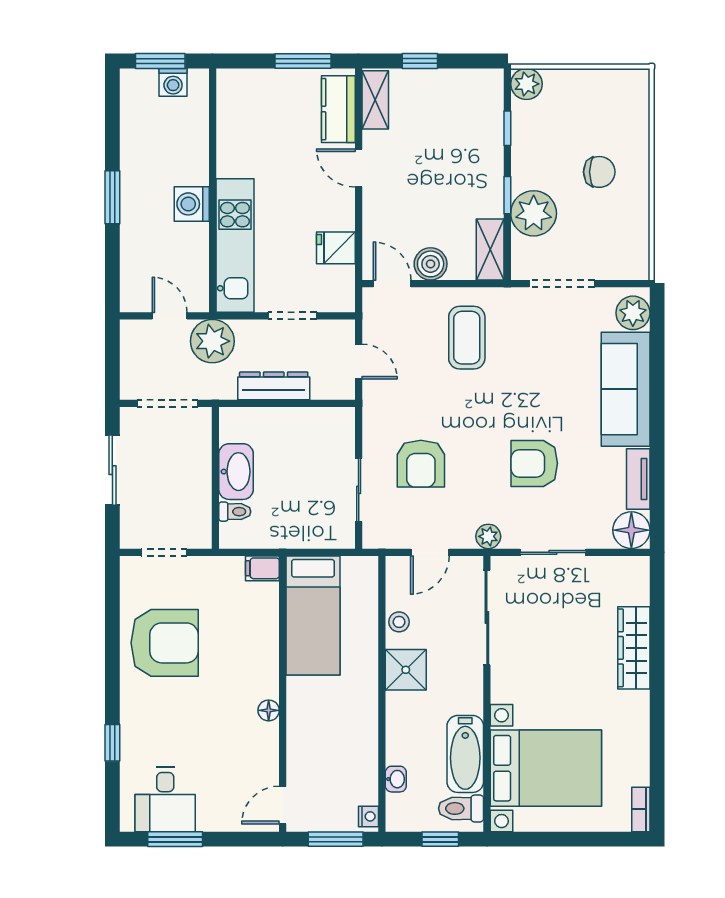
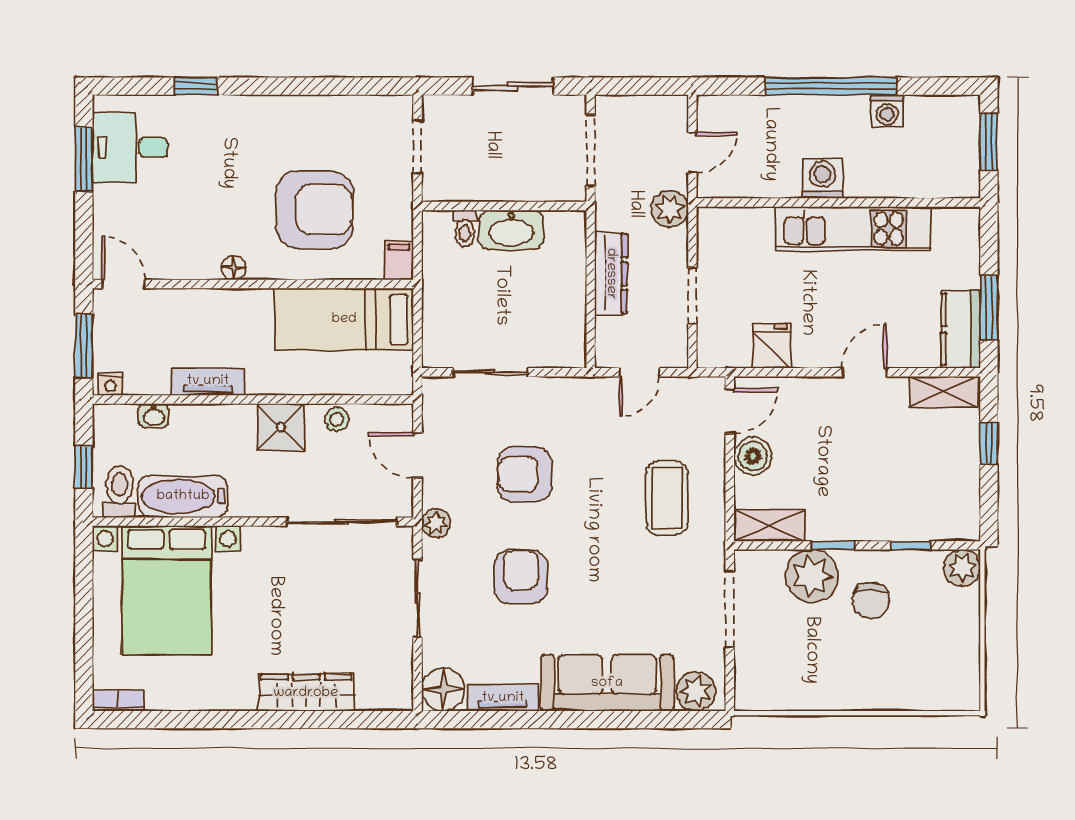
washing machine: (173, 82) -> (887, 111), moved, turned -90
kitchen counter: (338, 109) -> (961, 329), moved, turned -90
chair: (599, 172) -> (871, 601), moved
window: (112, 197) -> (830, 86), width x2.11
kitchen unit: (235, 245) -> (853, 229), moved
coffee table: (467, 338) -> (667, 498), turned 90
plant: (212, 341) -> (670, 209), width x0.73, depth x0.73
armchair: (421, 464) -> (525, 474), moved
armchair: (165, 643) -> (315, 210), moved, turned -90
tv unit: (366, 732) -> (208, 381), added

